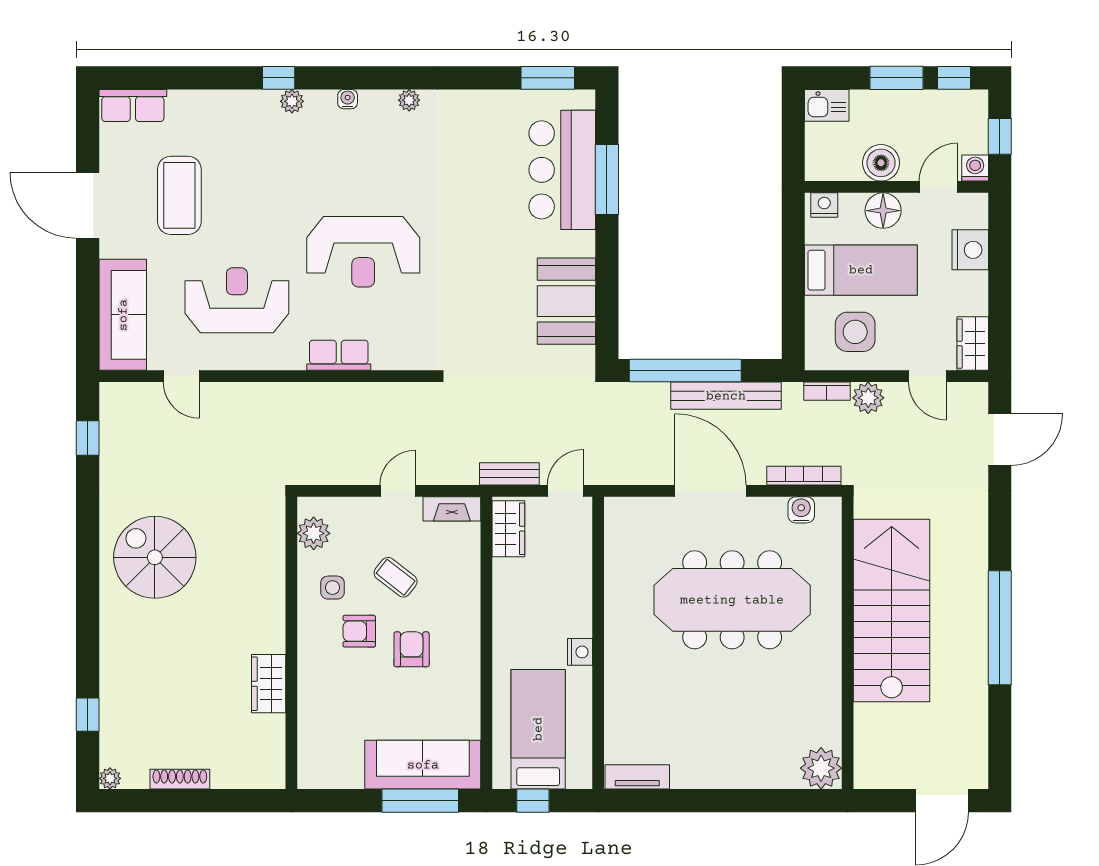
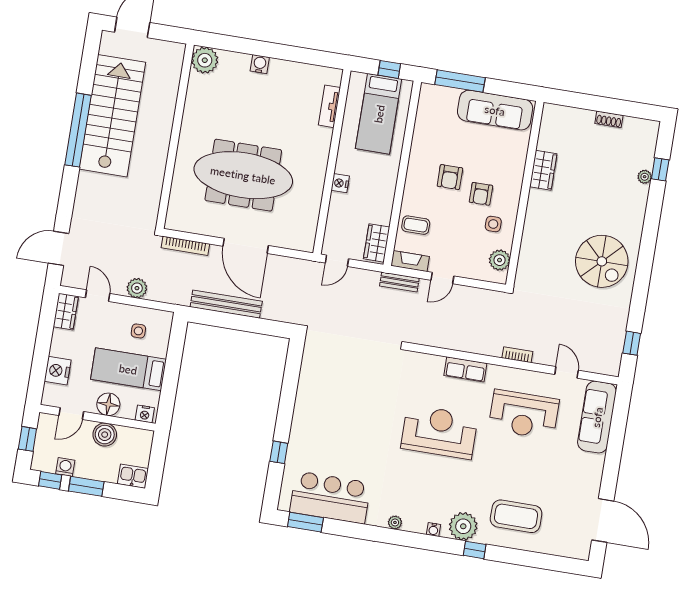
plant: (292, 101) -> (463, 526), width x1.88, depth x1.88
row of seats: (133, 106) -> (569, 548), removed
washing machine: (975, 168) -> (65, 467), moved, turned 180
bar counter: (562, 170) -> (330, 497), moved, turned -90
window: (607, 180) -> (279, 452), width x0.46
coffee table: (179, 195) -> (516, 516), moved, turned 90
door: (88, 205) -> (603, 520), moved
booth: (566, 301) -> (317, 380), removed
side table: (855, 332) -> (138, 331), width x0.54, depth x0.54
window: (685, 370) -> (249, 324), removed
bookcase: (827, 391) -> (517, 355), moved
bench: (509, 474) -> (399, 282), moved
water cooler: (801, 510) -> (260, 64), moved, turned 180
coffee table: (396, 577) -> (416, 225), moved, turned -38
stairs: (892, 610) -> (112, 116), moved, turned 180
armchair: (359, 631) -> (481, 194), turned 90
nightstand: (580, 652) -> (340, 183), moved
sofa: (423, 765) -> (495, 110), moved
tv unit: (637, 777) -> (329, 106), moved, turned 90
plant: (110, 778) -> (645, 177), moved
shoe rack: (180, 779) -> (609, 119), width x0.70

